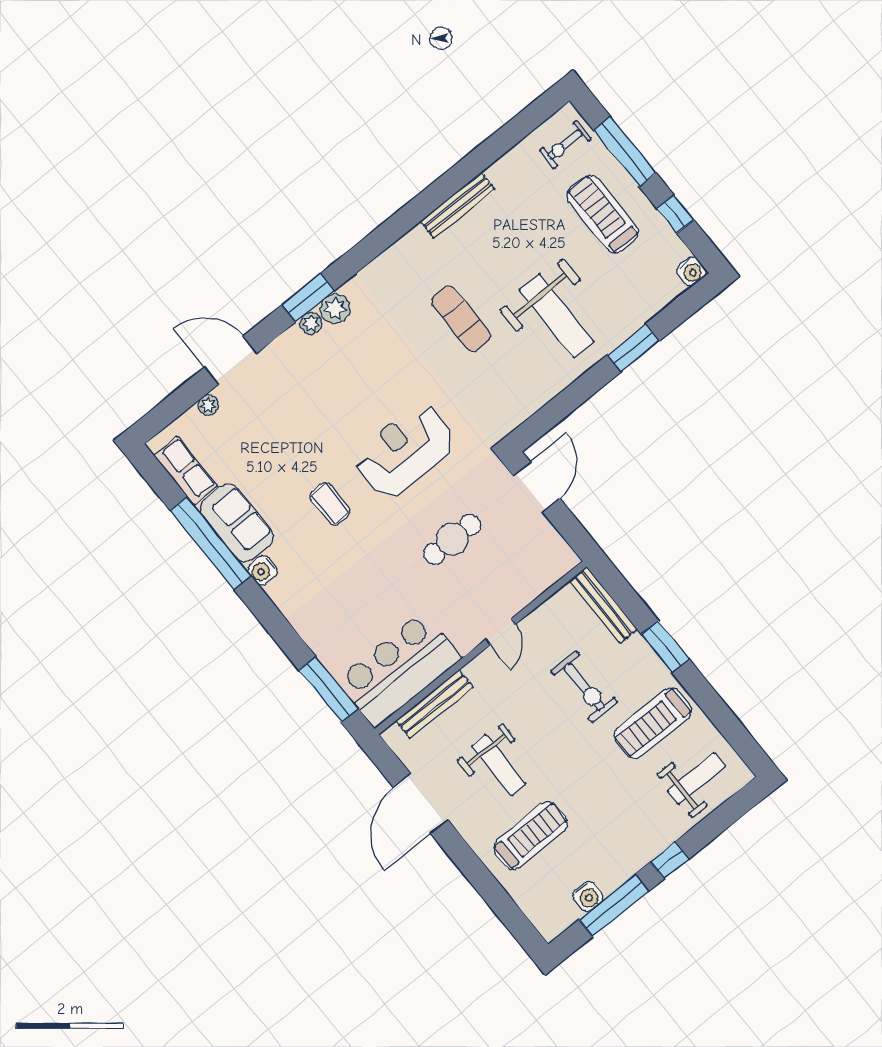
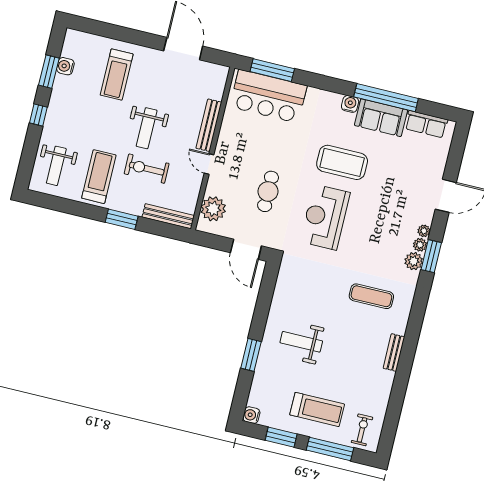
bench: (457, 205) -> (394, 353), width x0.73
window: (675, 214) -> (281, 437), width x1.50
weight bench: (557, 316) -> (301, 342), width x0.73, depth x0.75
exercise mat: (461, 319) -> (371, 296), moved
plant: (208, 405) -> (424, 231), moved
reception desk: (405, 451) -> (325, 217), turned 180
coffee table: (330, 504) -> (342, 162), width x1.86, depth x1.72
plant: (539, 571) -> (213, 209), added
bar counter: (399, 669) -> (268, 96), moved, turned 90
bench: (434, 704) -> (209, 125), moved
weight bench: (498, 765) -> (147, 128), moved, turned -90
window: (614, 905) -> (49, 72), width x0.69

